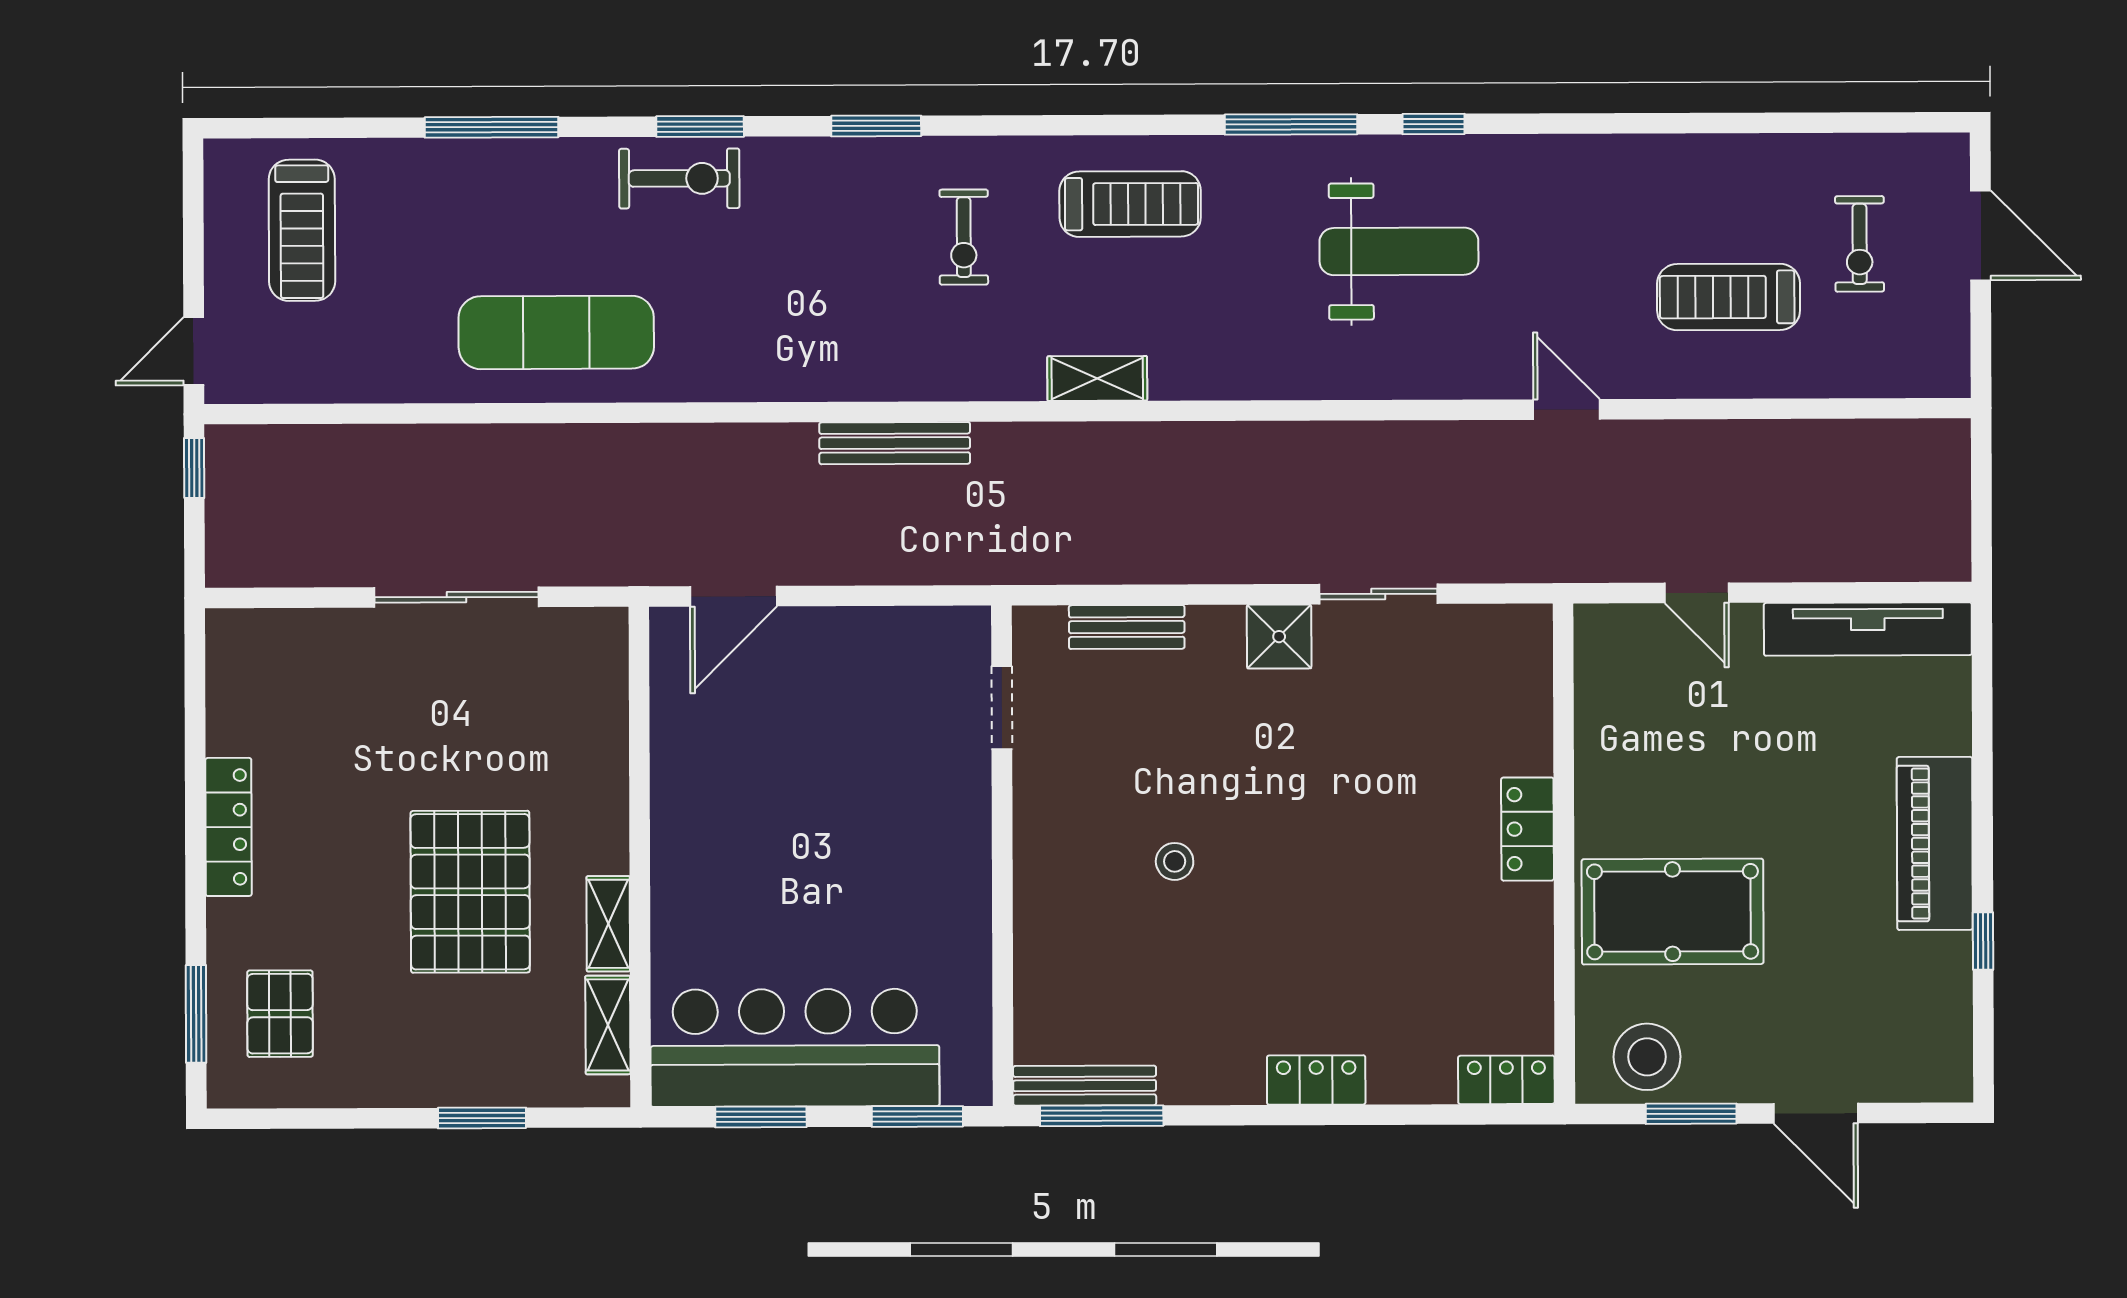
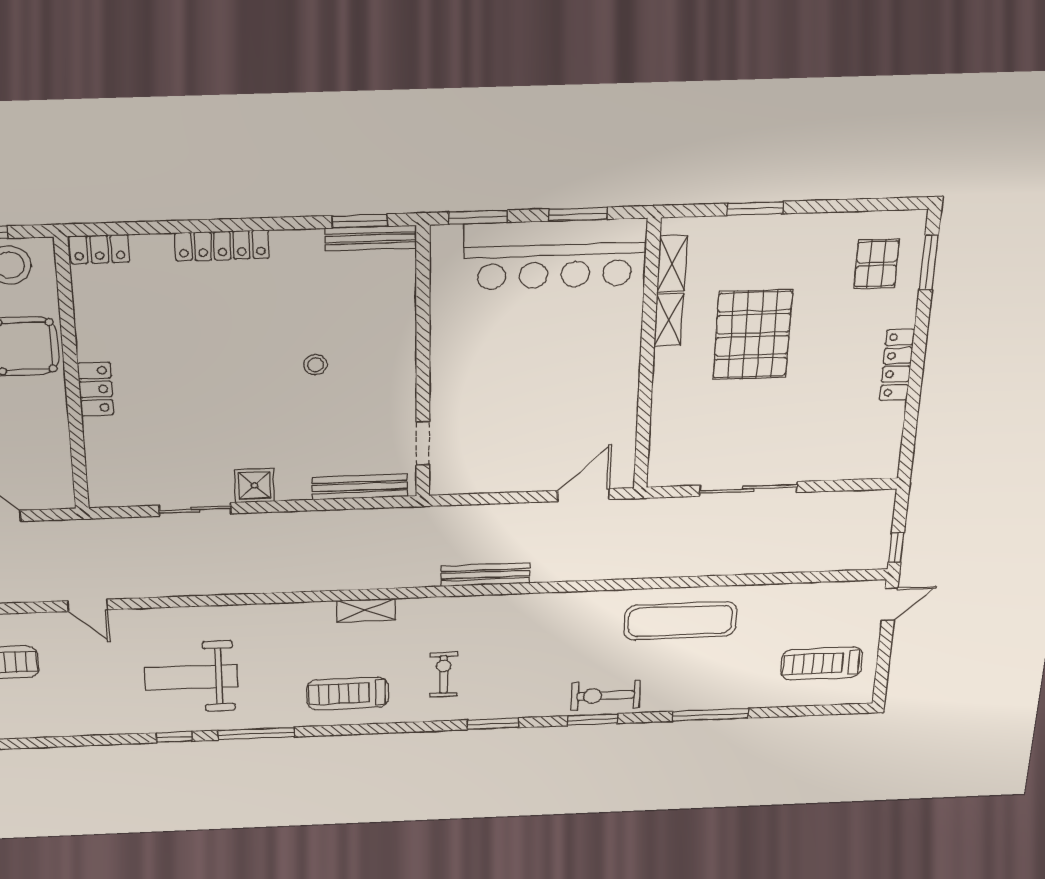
treadmill: (302, 230) -> (822, 663), turned -90
bench: (1127, 627) -> (360, 487), width x1.36
locker: (1316, 1080) -> (222, 246), width x1.53
window: (1102, 1116) -> (360, 221), width x0.69

